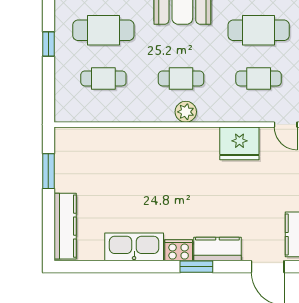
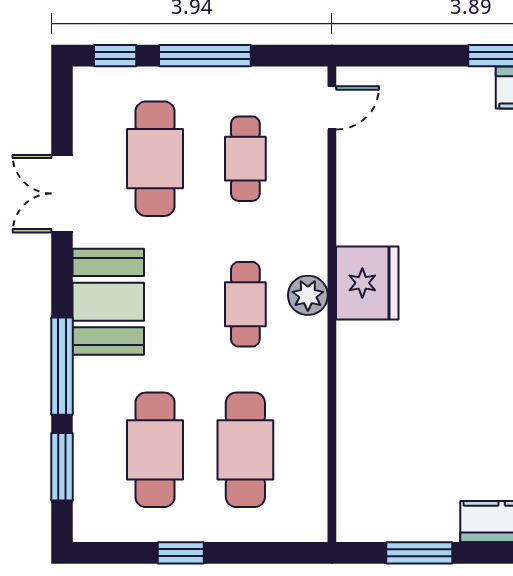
cafe table: (103, 78) -> (245, 450), width x1.37, depth x1.35
fridge: (239, 143) -> (367, 283), moved

